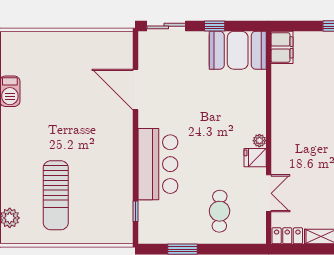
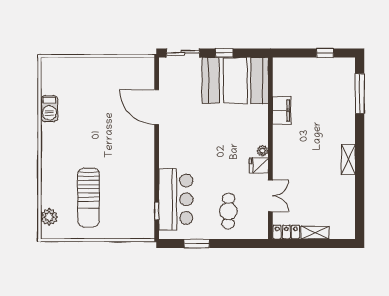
filing cabinet: (282, 47) -> (282, 110), moved
booth: (238, 50) -> (235, 80), width x1.36, depth x1.42
bar counter: (158, 164) -> (176, 199), moved

